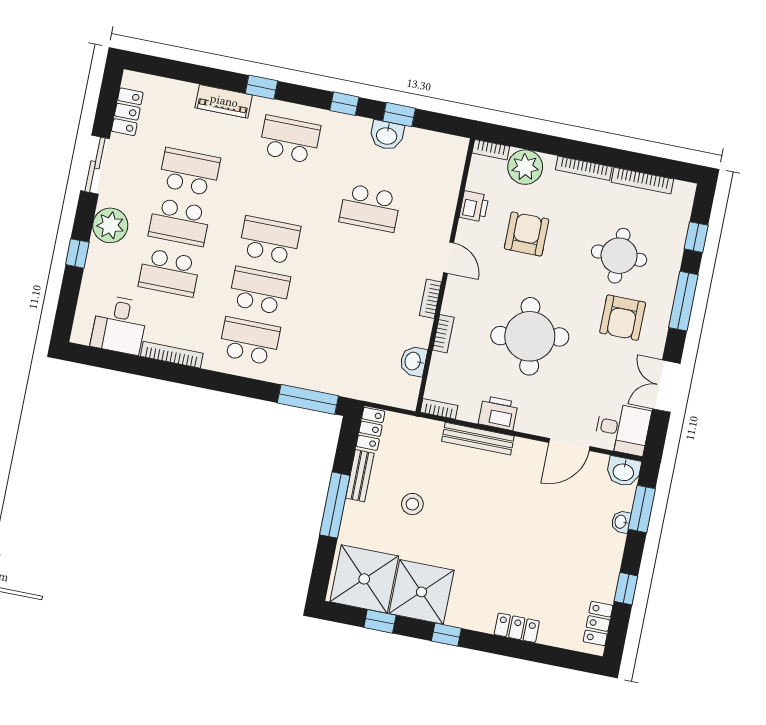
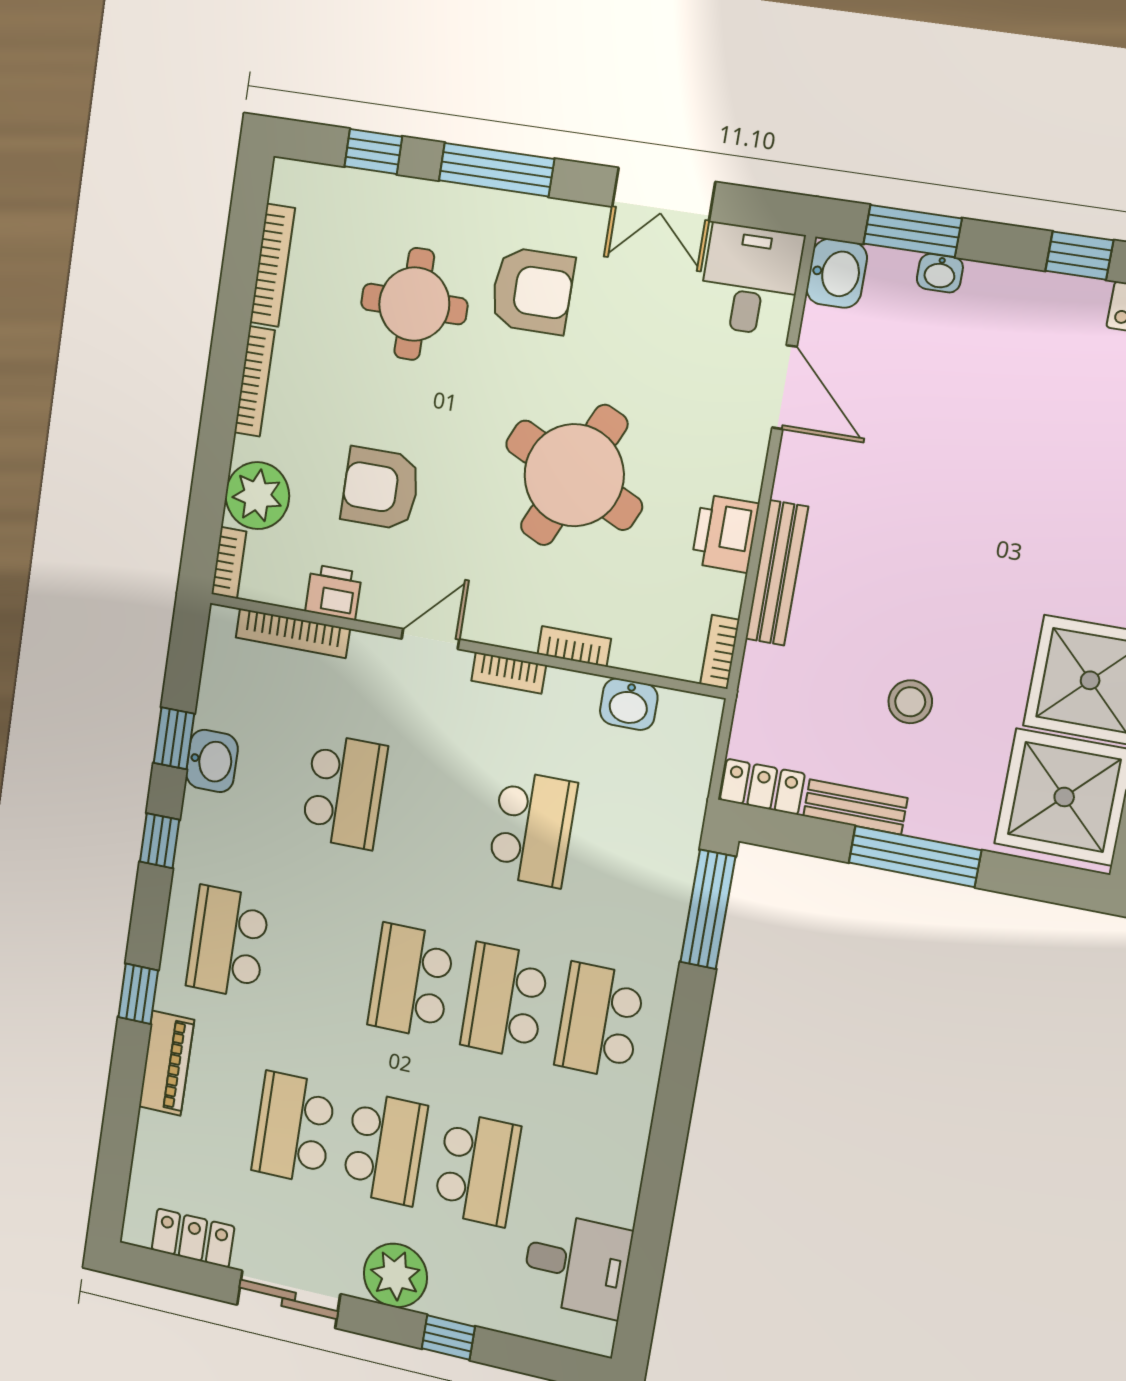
school desk: (350, 309) -> (533, 829), added
round table: (530, 336) -> (574, 475), turned 35
bookcase: (172, 355) -> (293, 633), moved, turned -90

